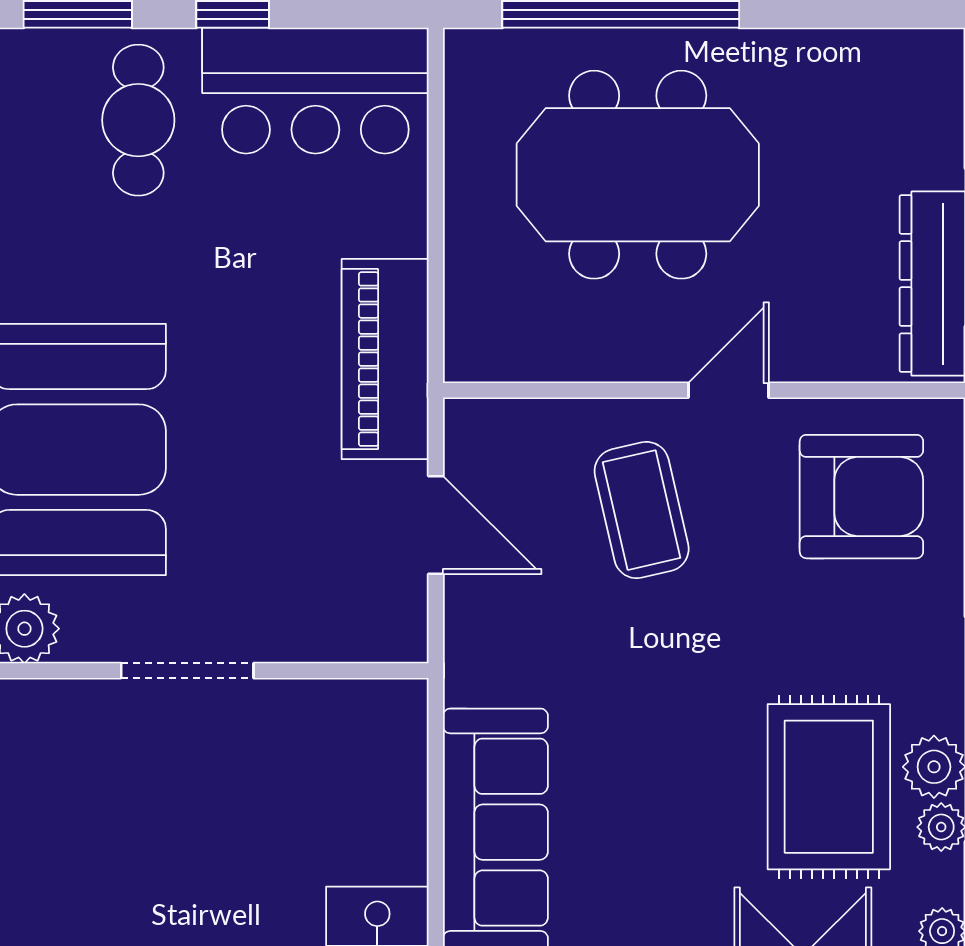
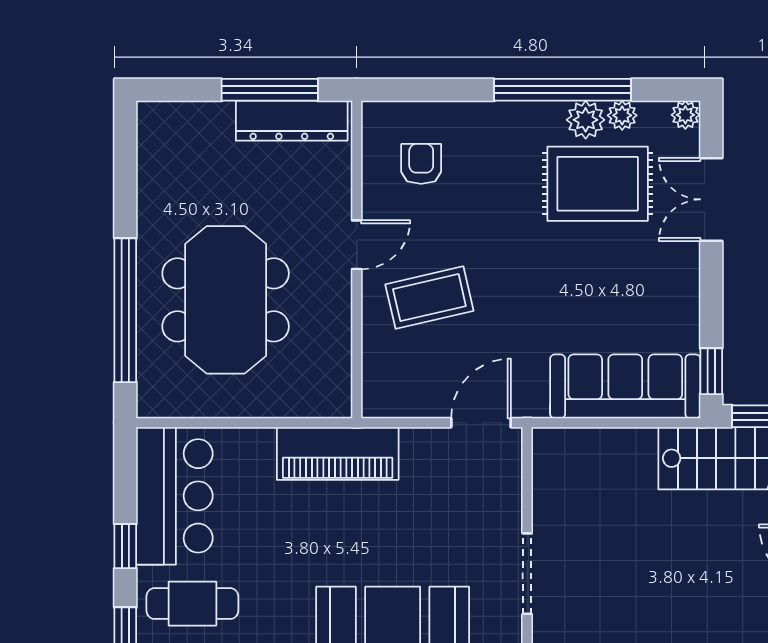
door: (729, 390) -> (357, 245), swing flipped
armchair: (861, 497) -> (421, 164), width x0.53, depth x0.53
door: (436, 525) -> (481, 423), moved

